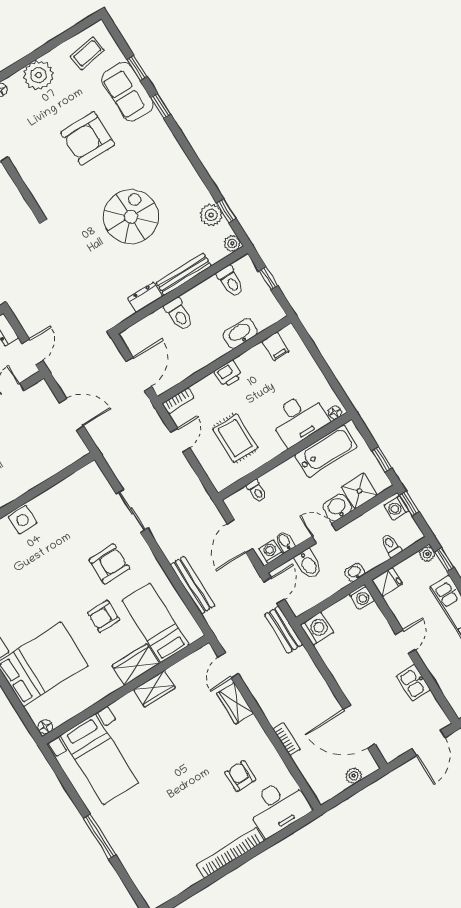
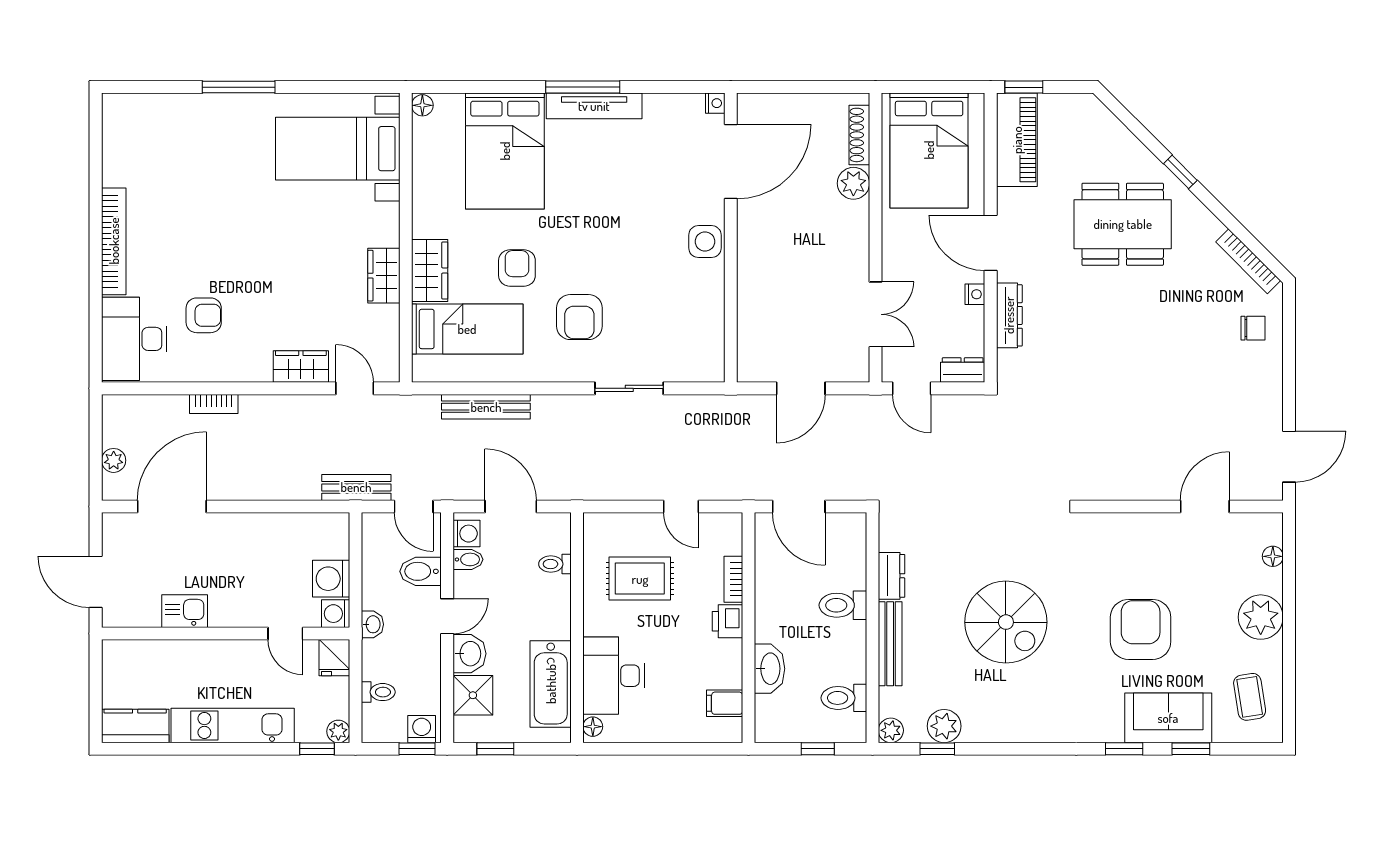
bookcase: (178, 401) -> (733, 579), moved
washing machine: (317, 629) -> (331, 579), moved, turned 90
door: (405, 642) -> (285, 634), moved

